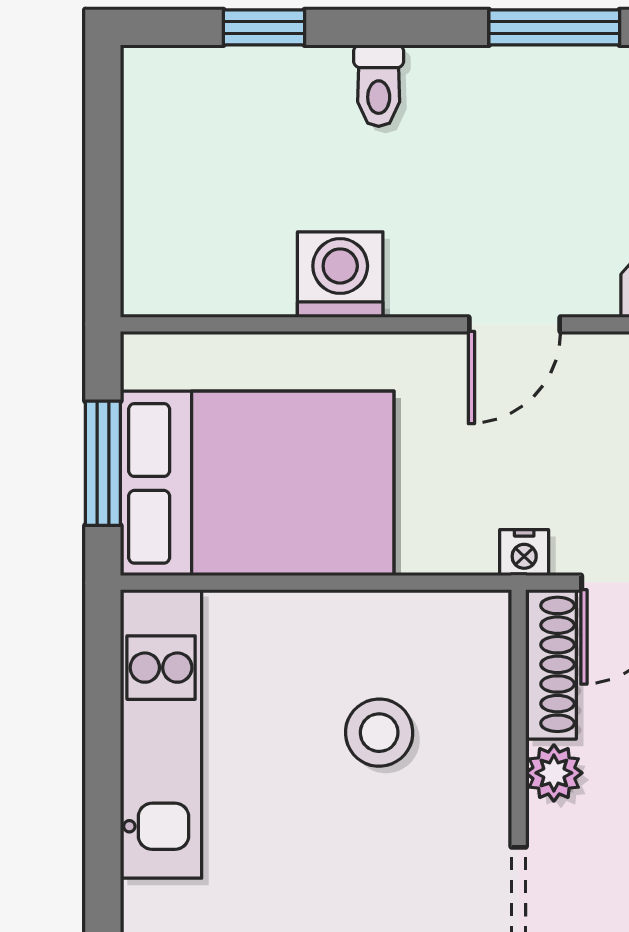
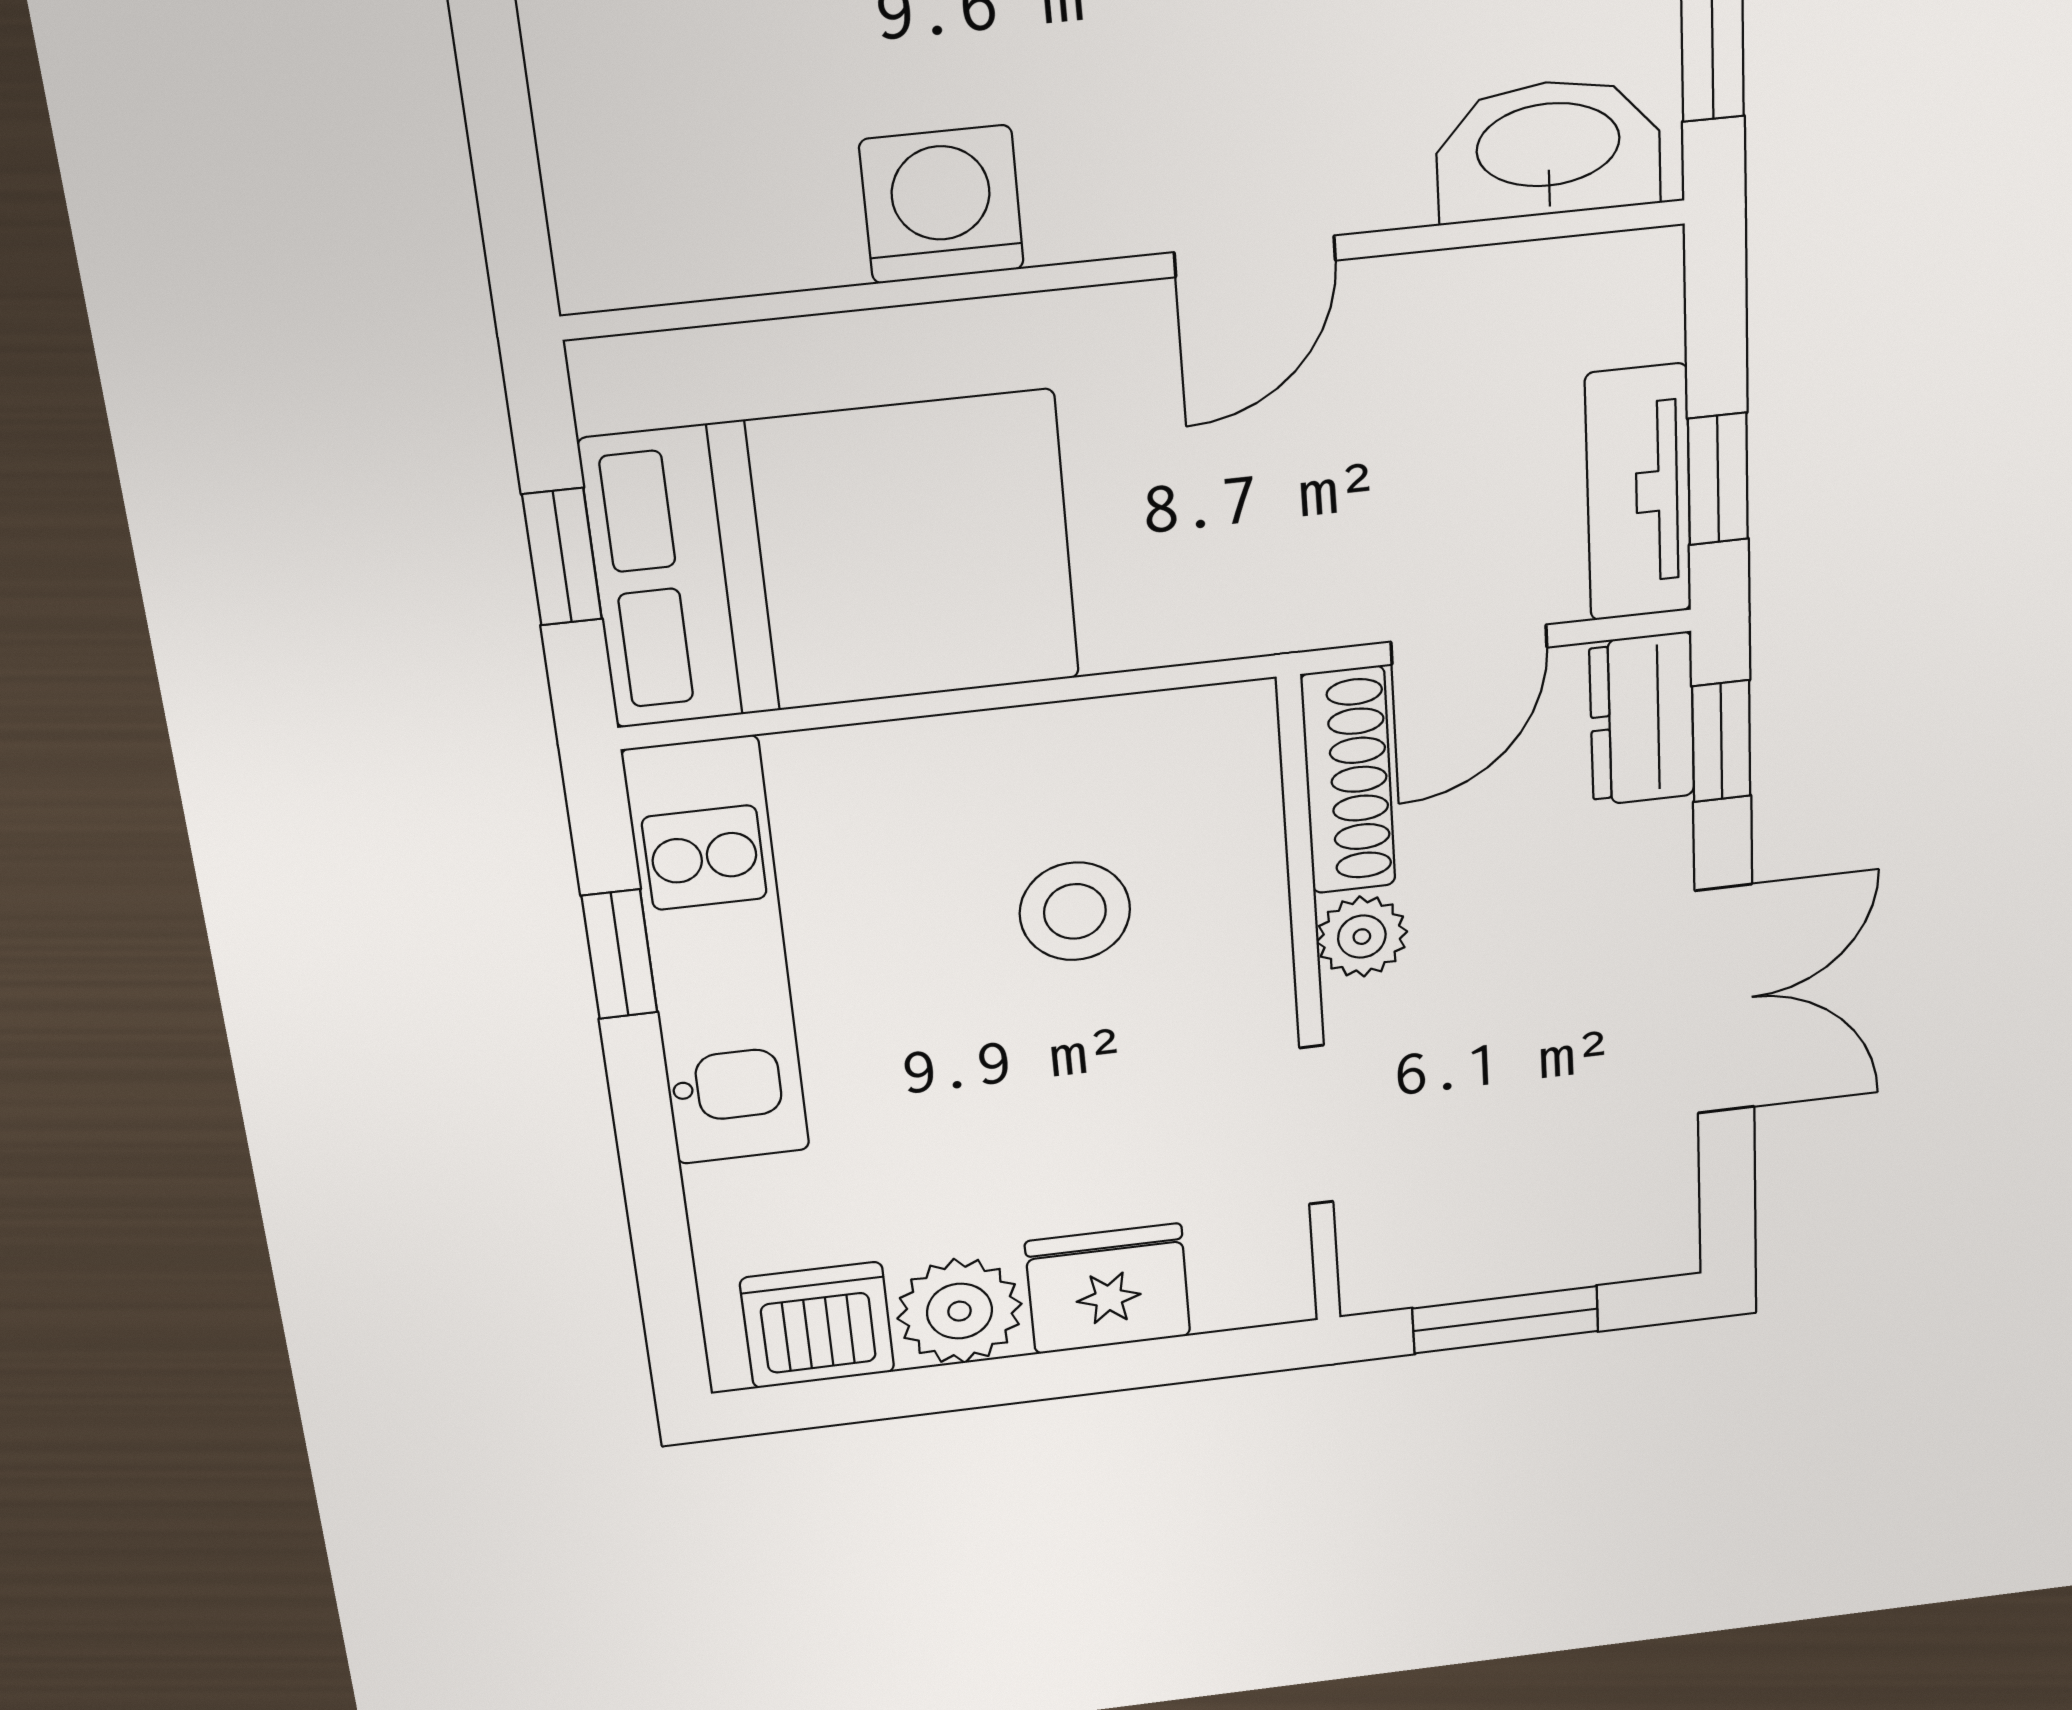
window: (103, 463) -> (562, 557), width x0.67
nightstand: (524, 553) -> (1294, 618), removed
window: (103, 726) -> (620, 954), added

